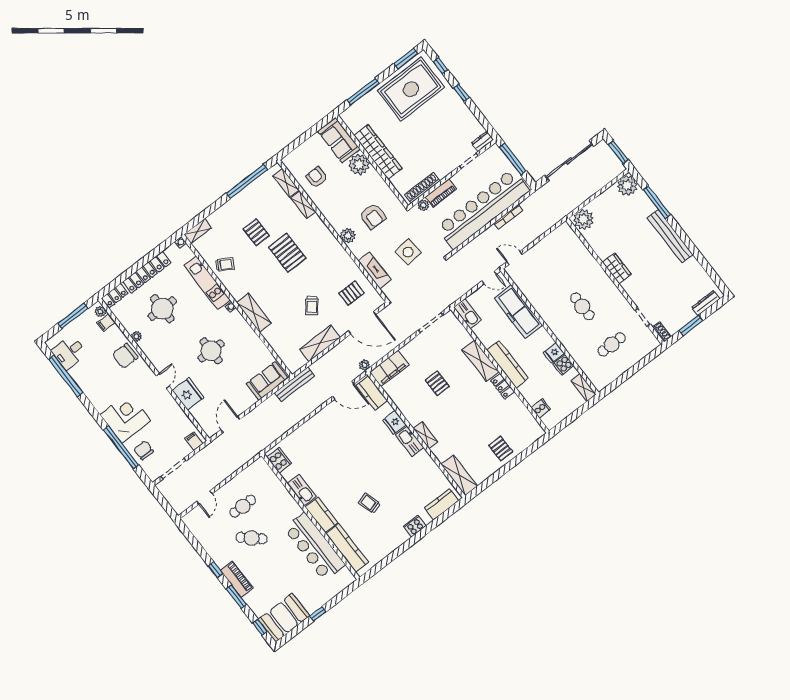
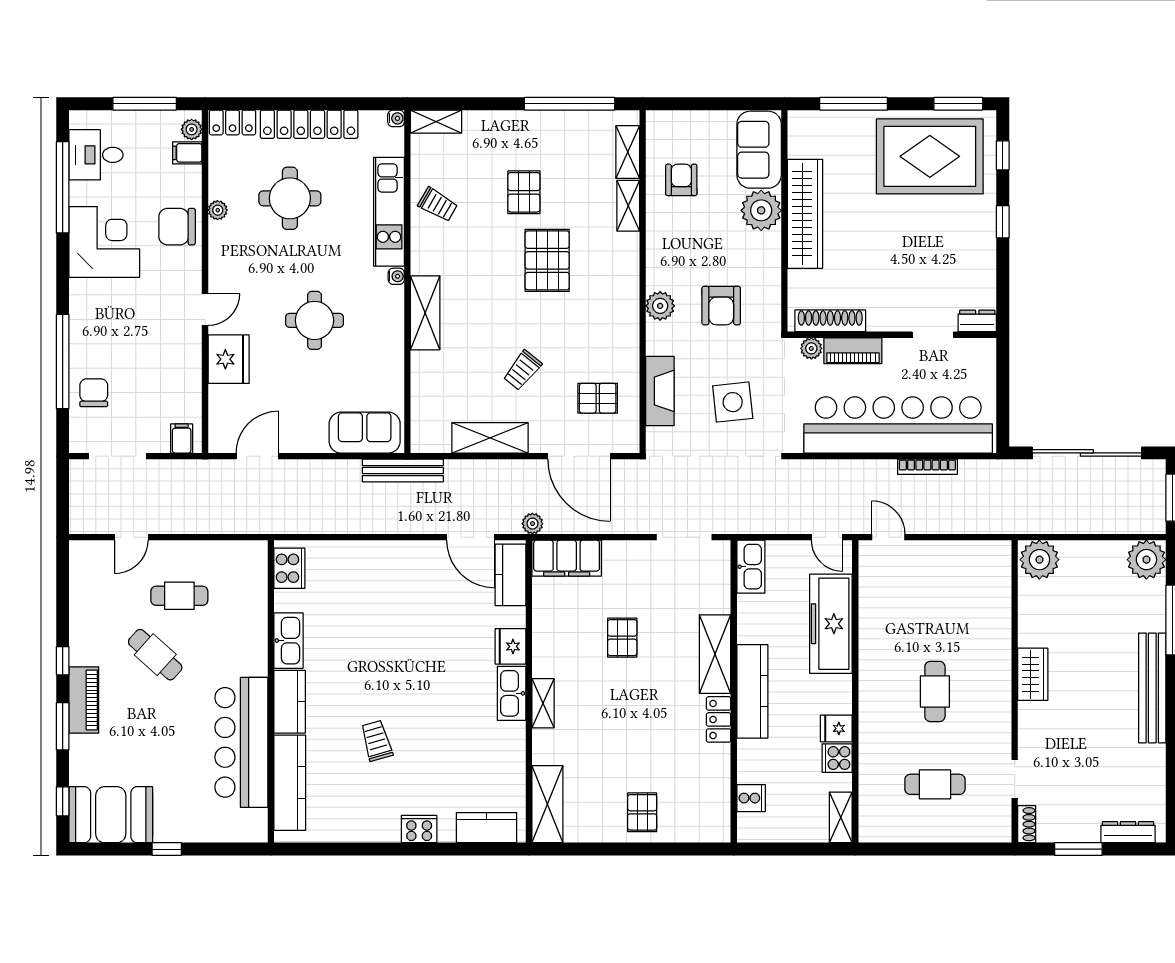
window: (513, 159) -> (1003, 383), removed
corner desk: (125, 418) -> (104, 242), moved

